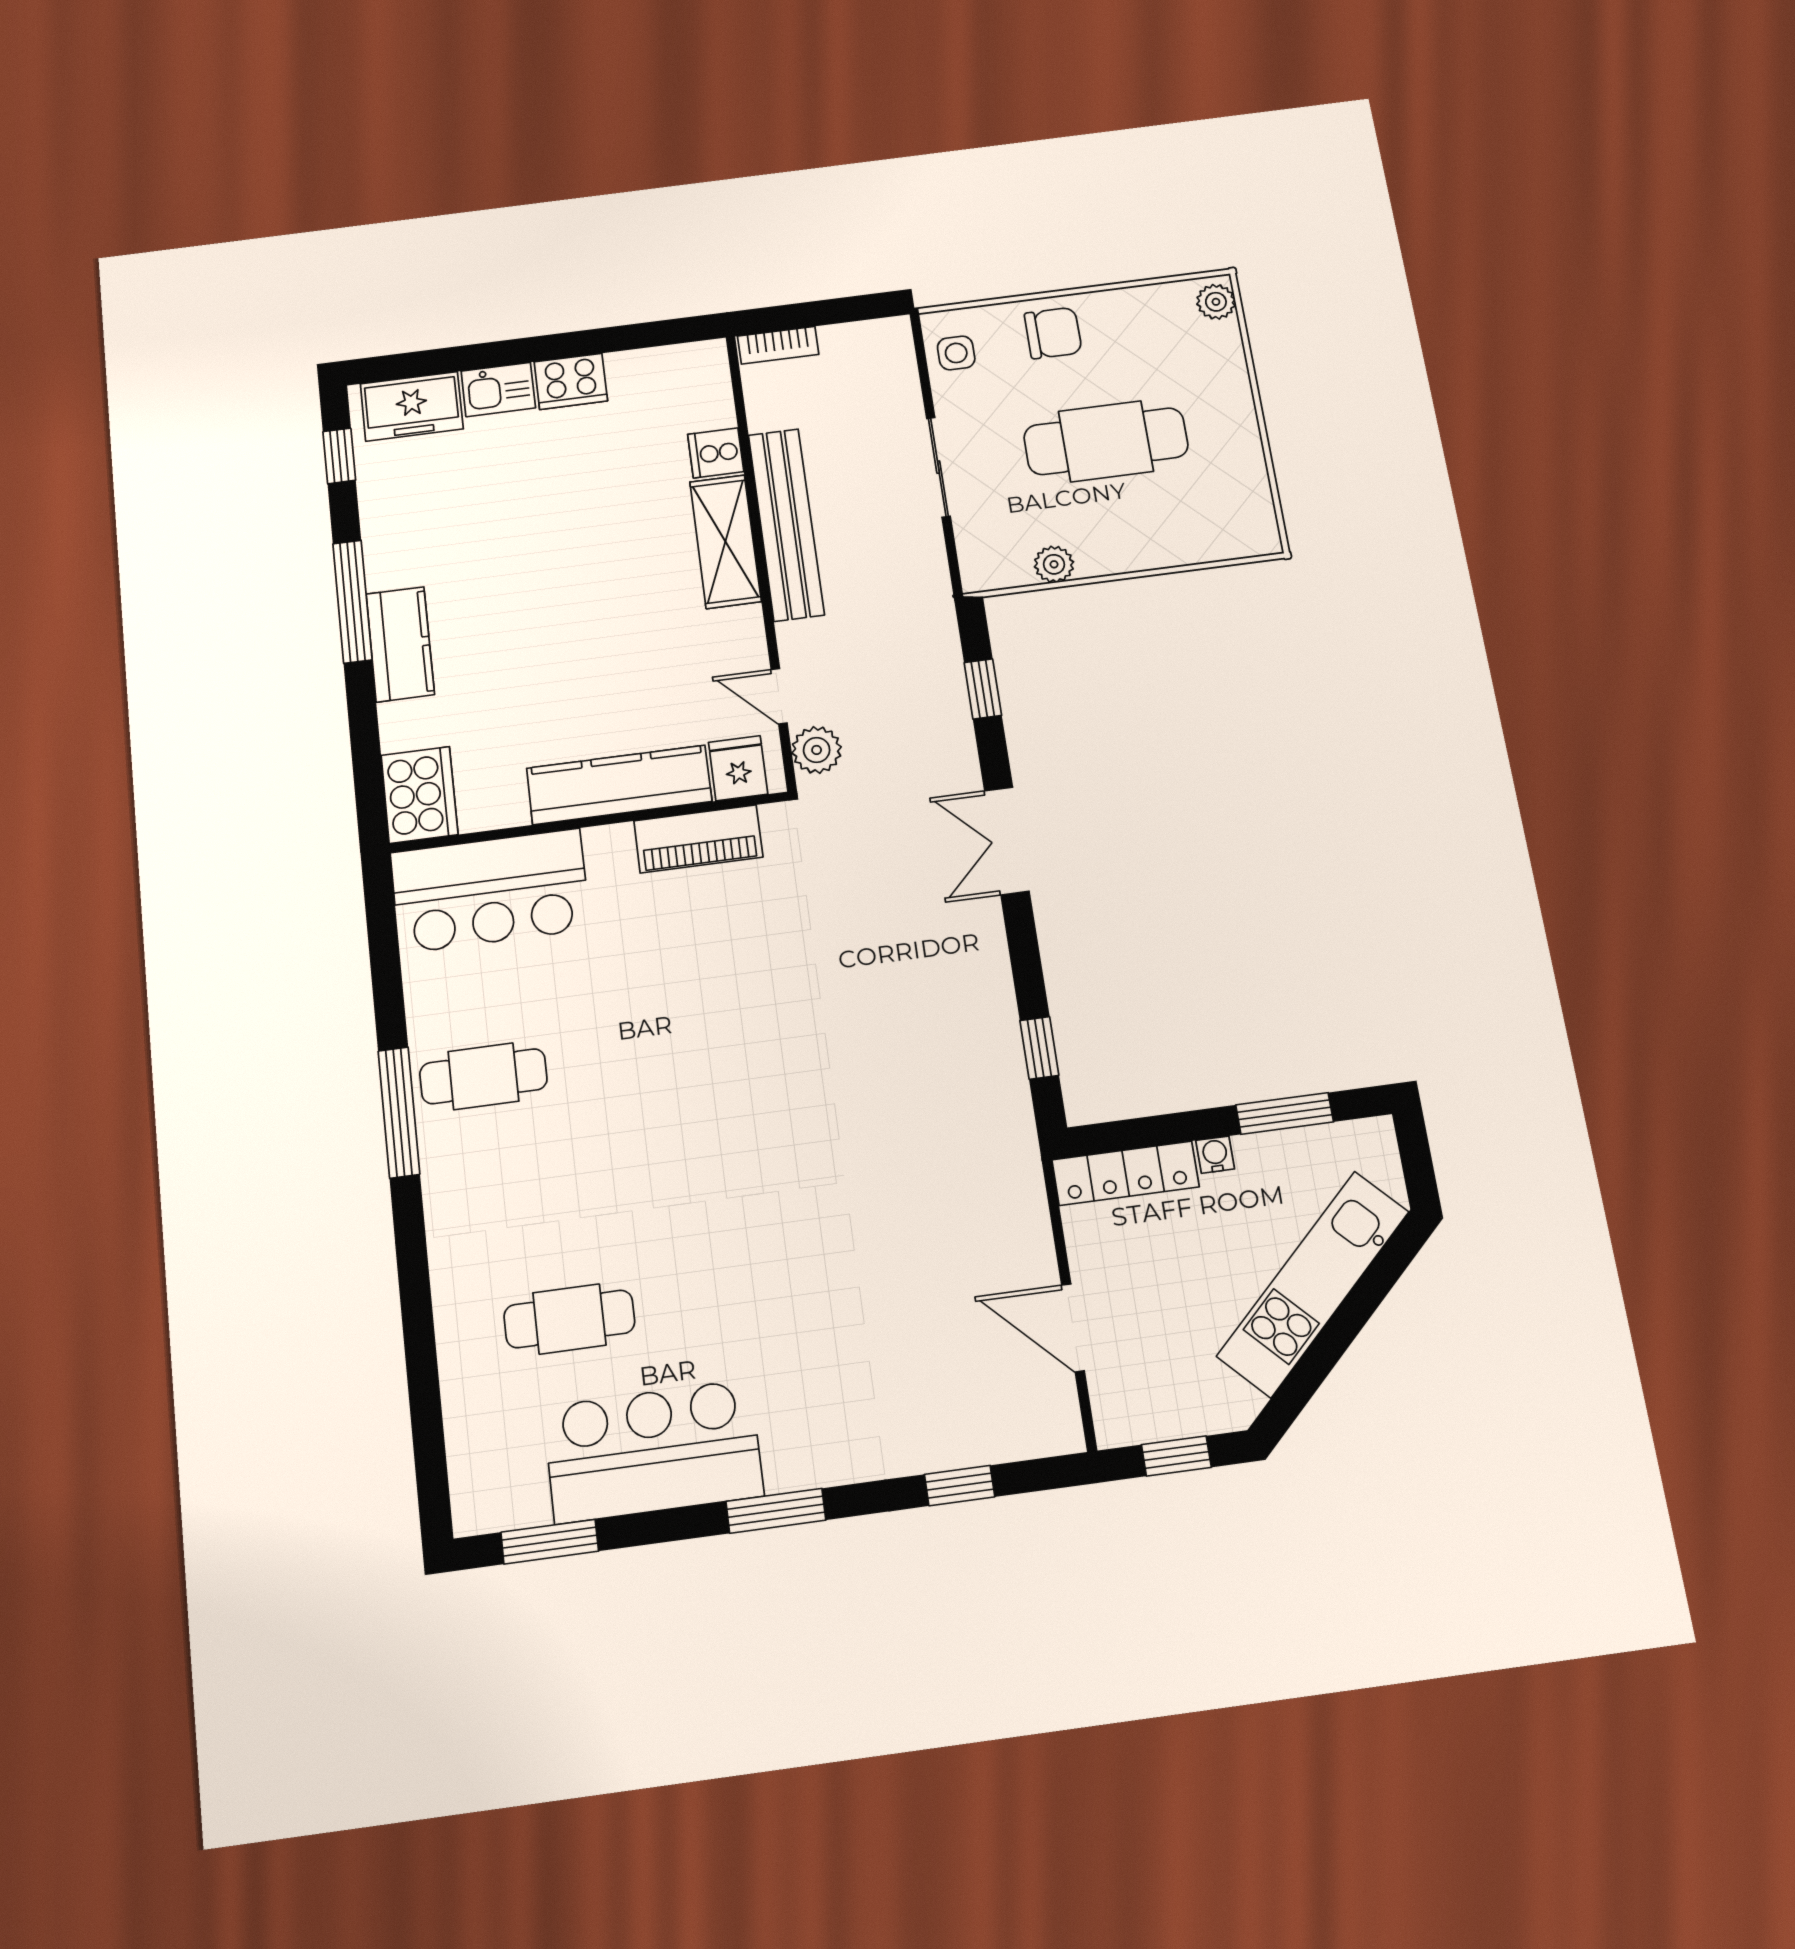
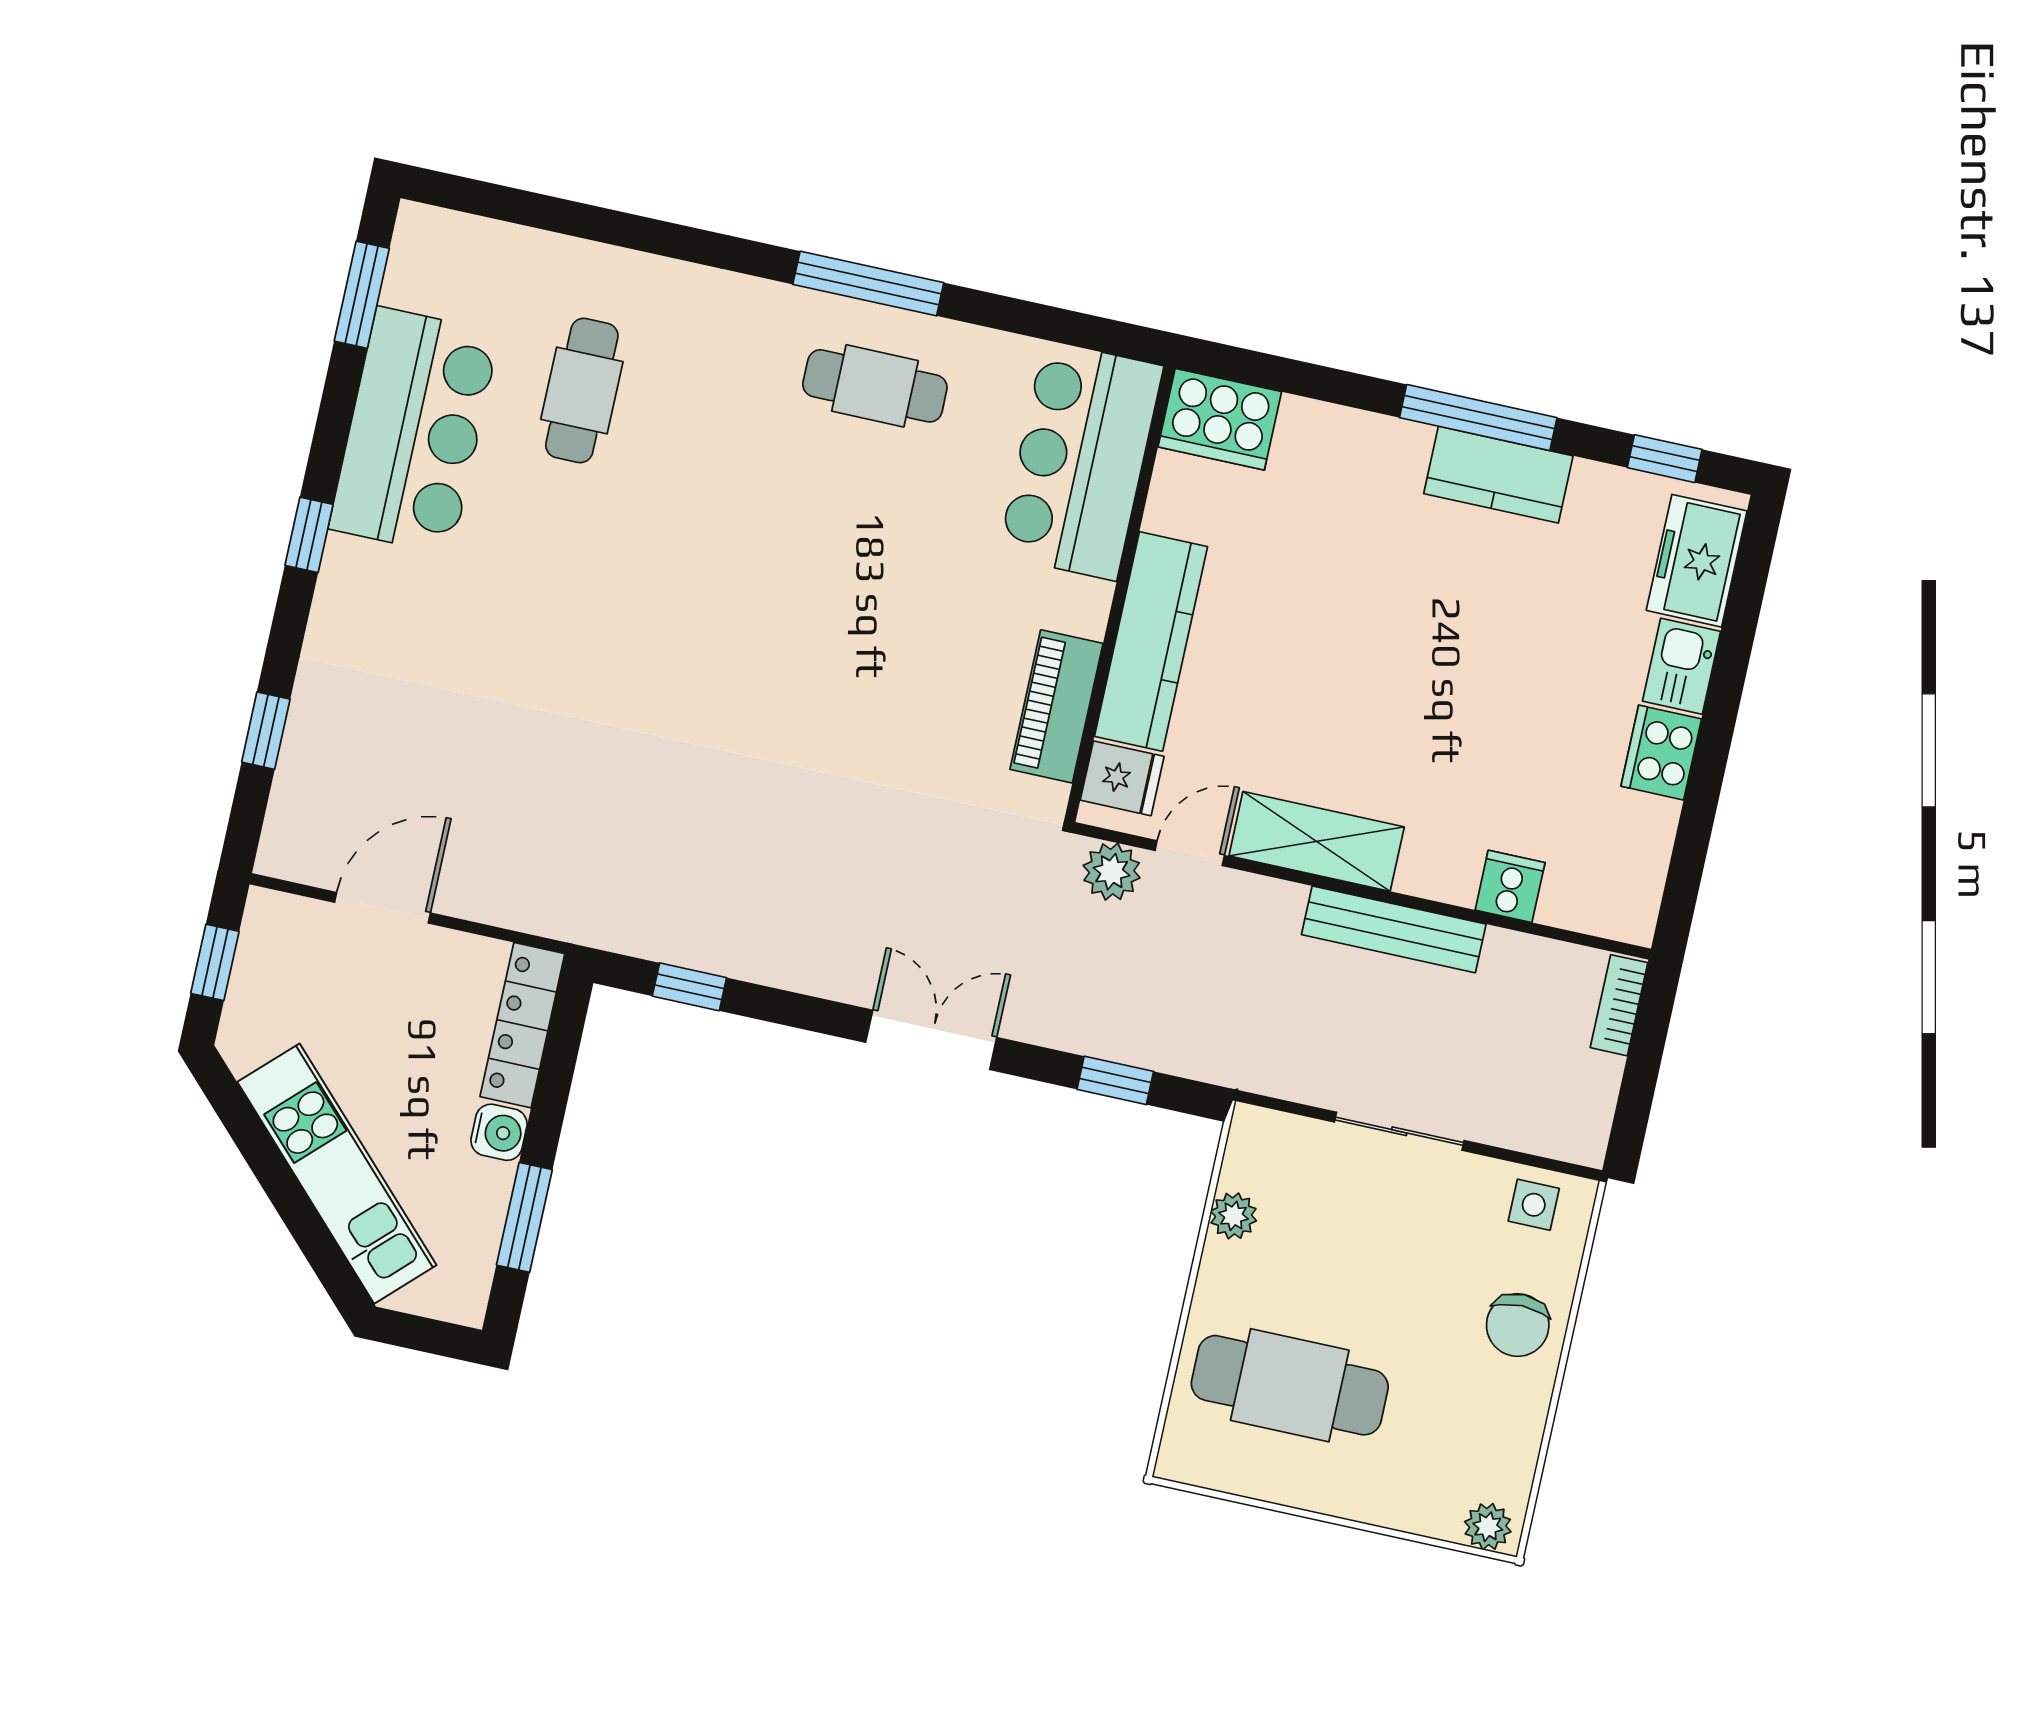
cafe table: (1106, 441) -> (1290, 1385), moved, turned 90
bench: (786, 524) -> (1394, 929), width x0.73, depth x0.82
shelving: (725, 541) -> (1317, 841), moved
kitchen counter: (400, 644) -> (1498, 475), moved
cafe table: (483, 1076) -> (875, 386), turned 90
water cooler: (1215, 1155) -> (499, 1132), width x1.38, depth x1.38
window: (776, 1511) -> (309, 535), width x0.67

